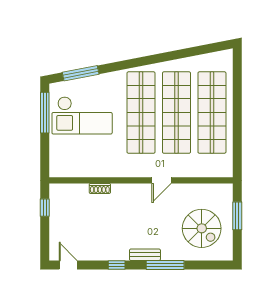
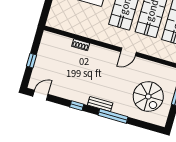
window: (45, 208) -> (31, 61), moved
door: (68, 265) -> (40, 95), hinge flipped

